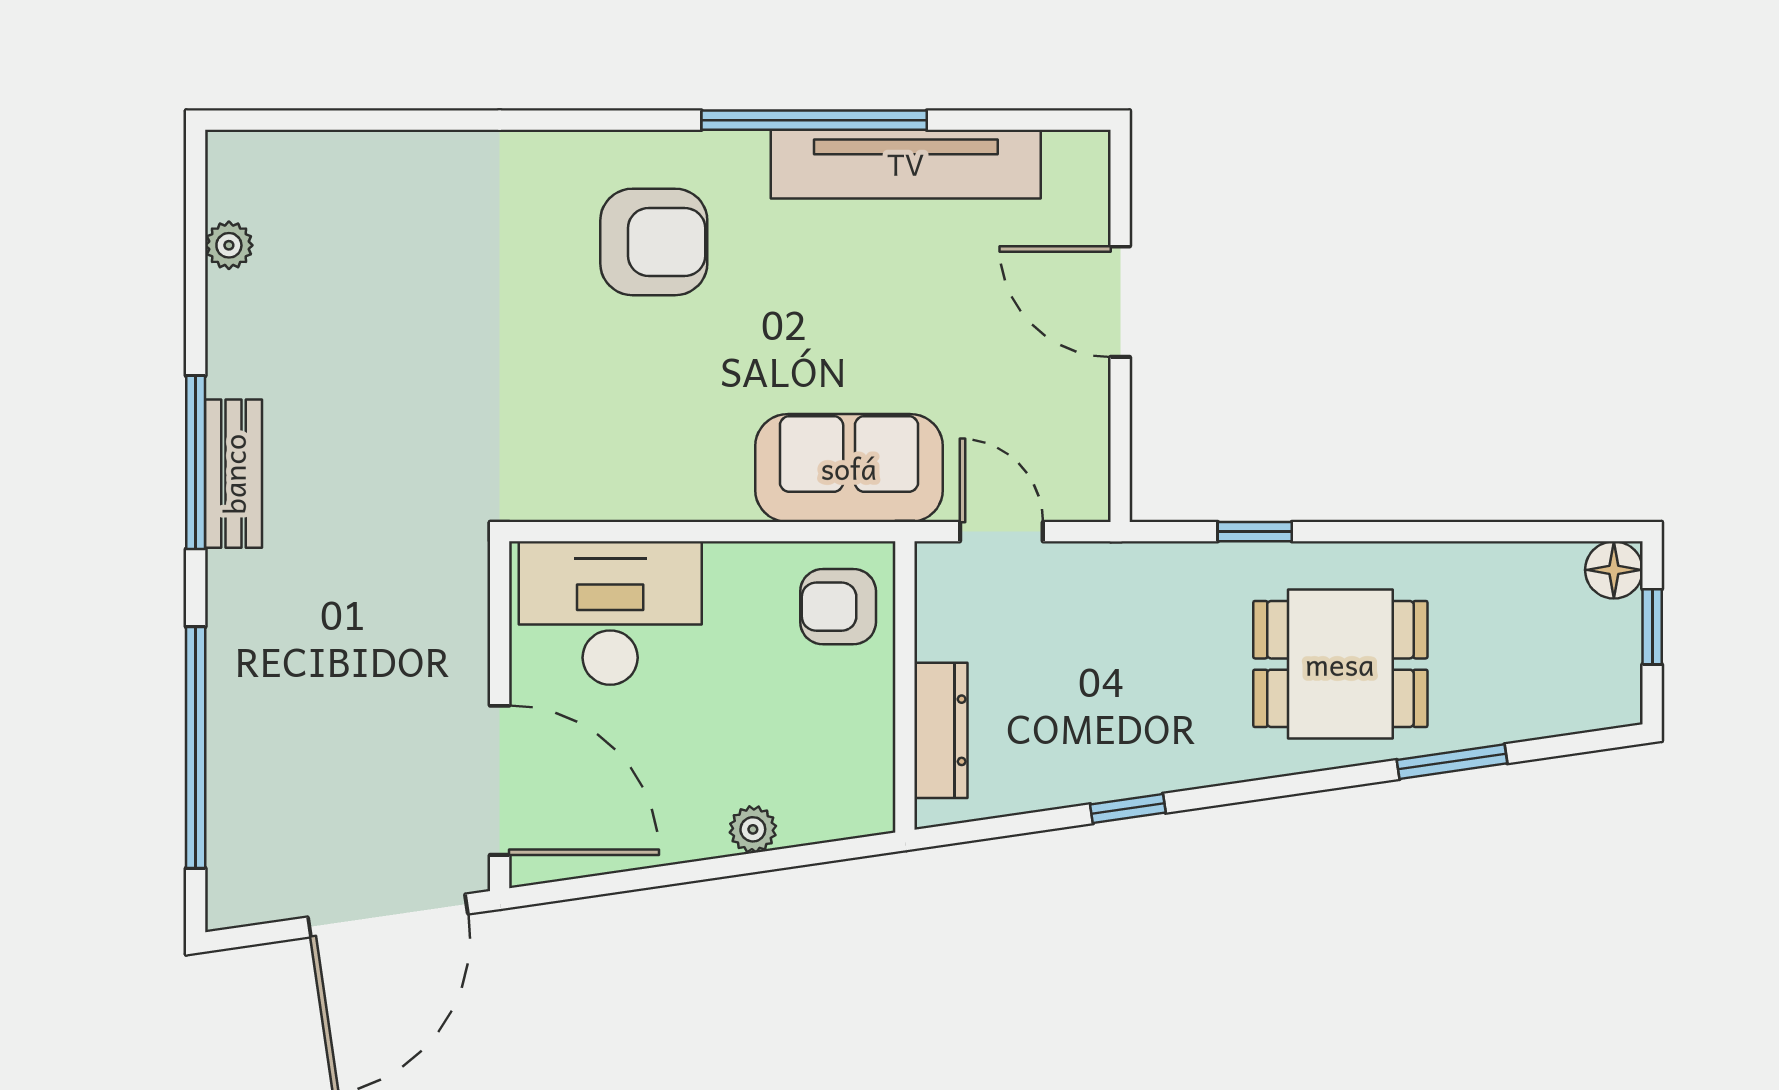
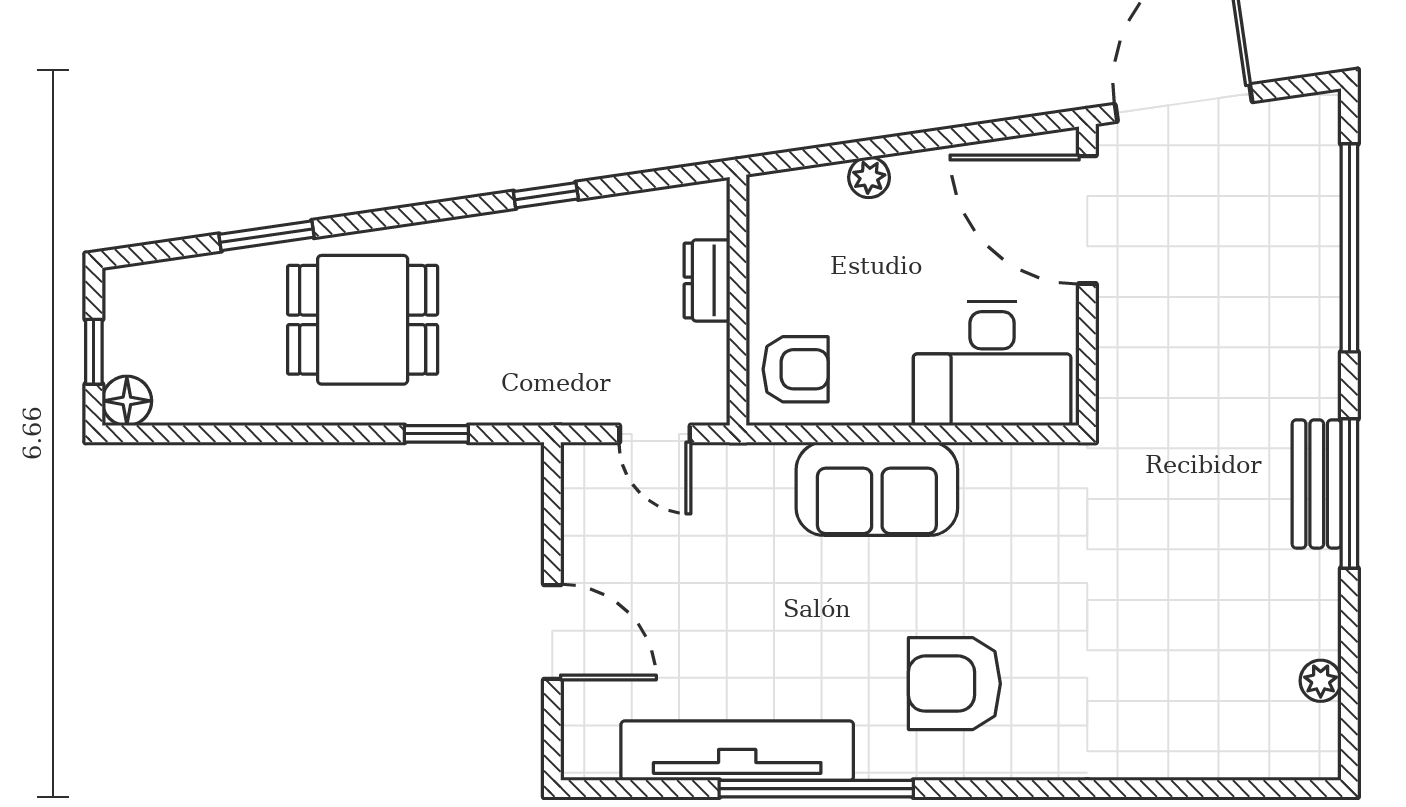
sofa: (849, 468) -> (877, 489), moved
dresser: (941, 730) -> (707, 280), width x0.70

